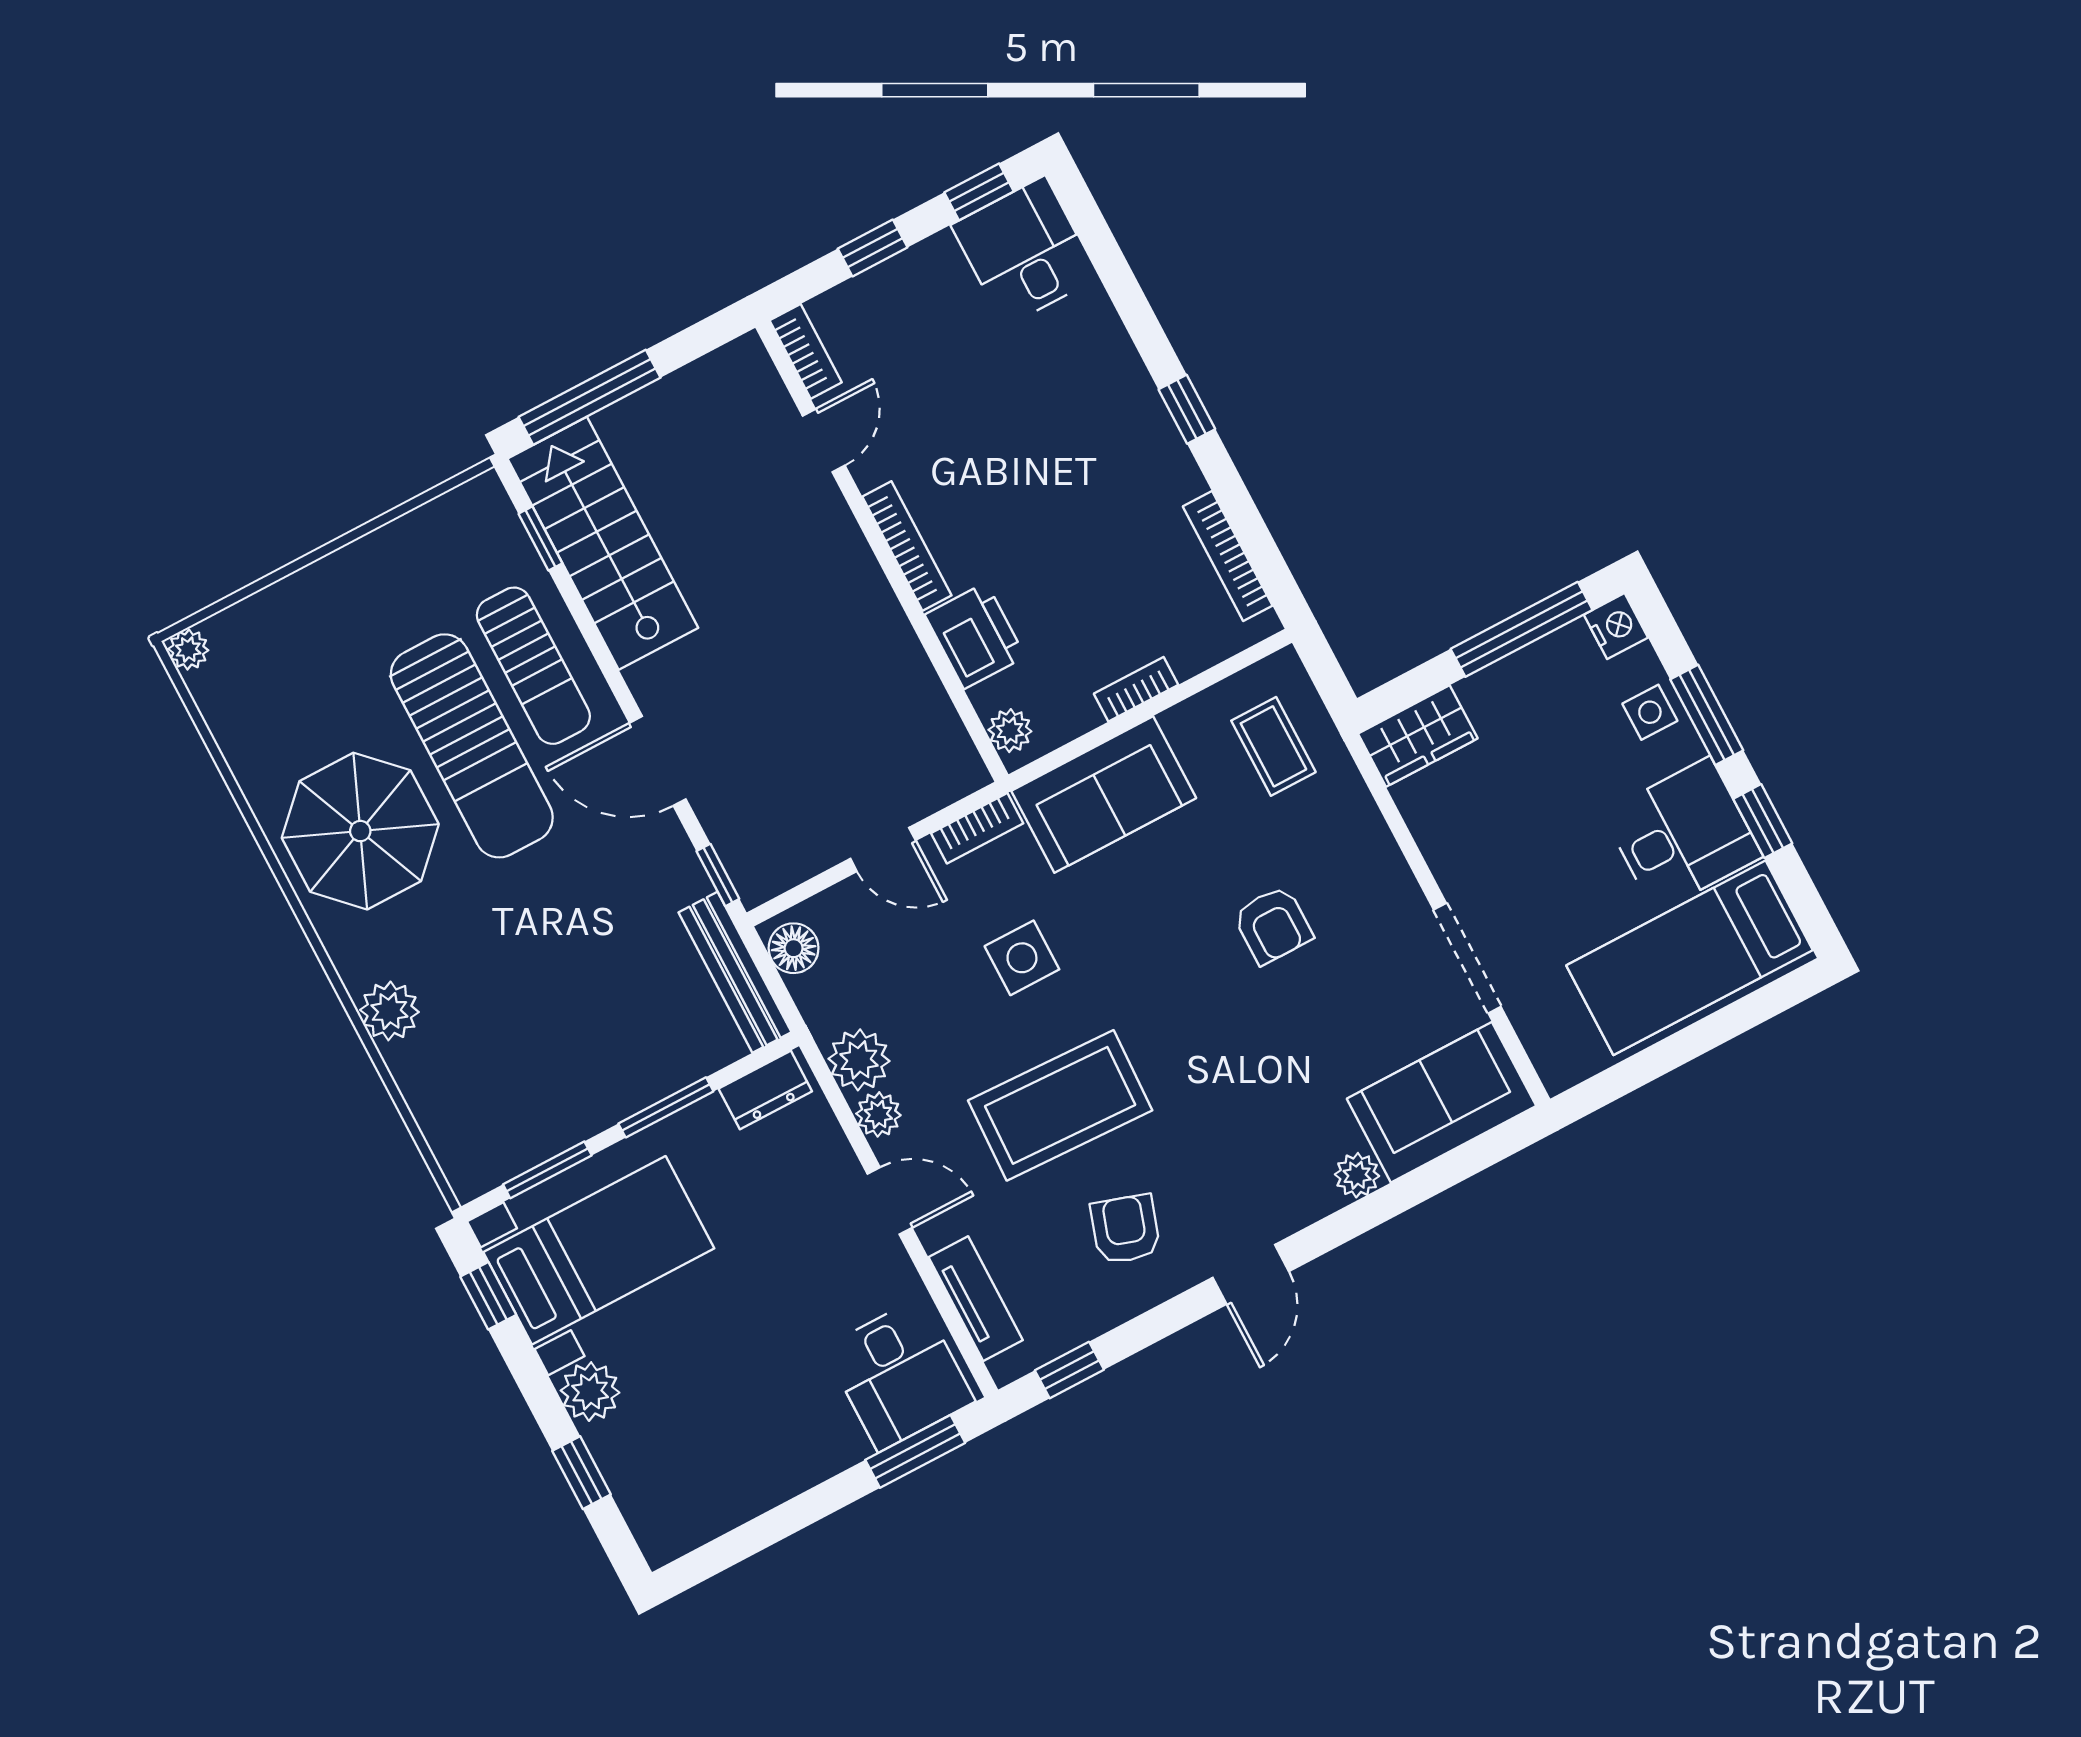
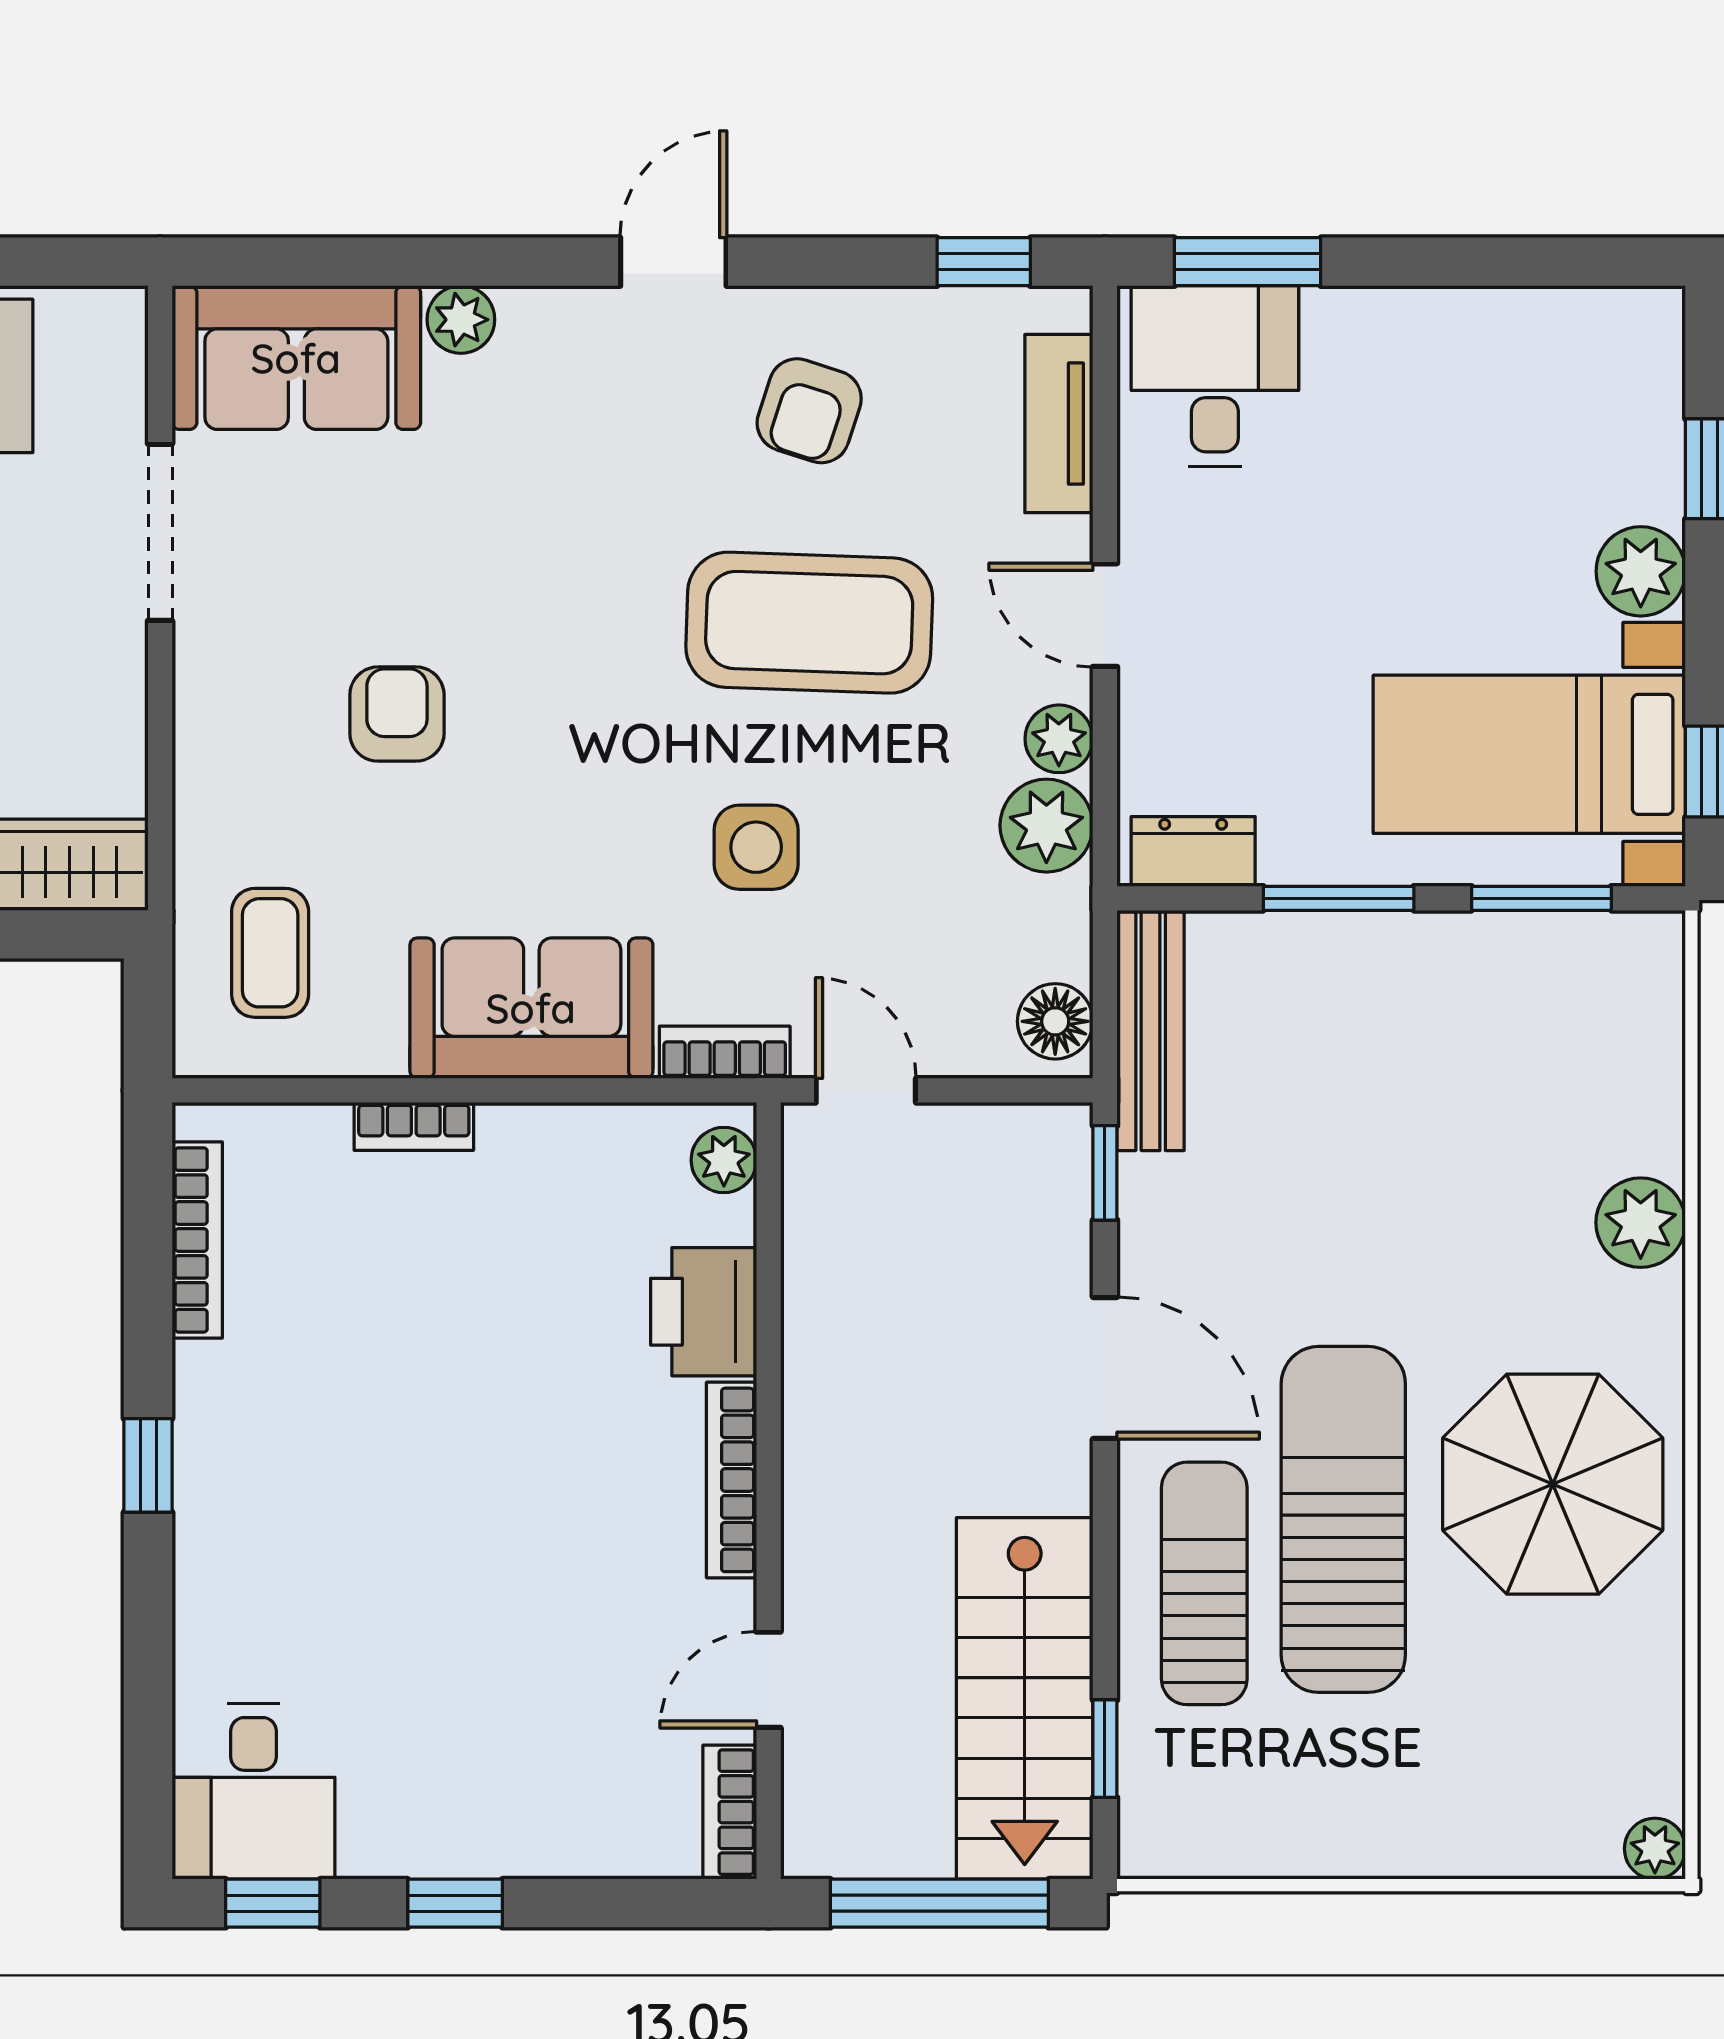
bookcase: (806, 351) -> (730, 1812), moved
door: (824, 441) -> (769, 1680), moved
bookcase: (907, 546) -> (732, 1480), moved
wall: (882, 551) -> (769, 1491), moved
printer: (975, 636) -> (704, 1312), moved
plant: (1010, 731) -> (724, 1160), moved

